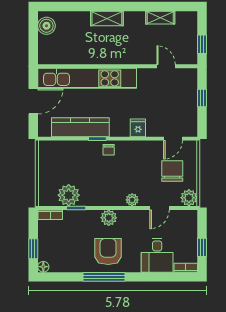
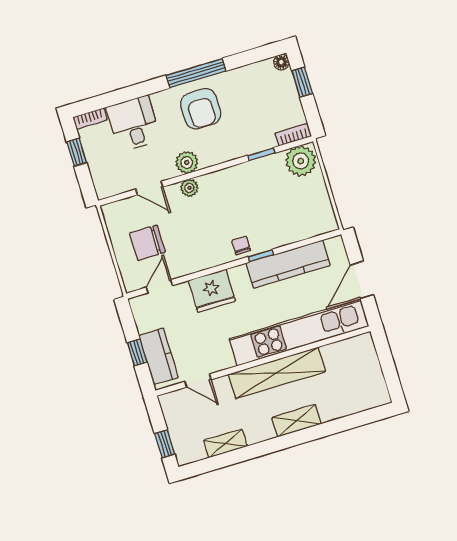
boiler: (46, 26) -> (375, 386), removed
window: (202, 44) -> (165, 444), moved
shelving: (110, 55) -> (277, 373), added
kitchen counter: (188, 91) -> (159, 356), added
fridge: (138, 128) -> (212, 291), width x1.88, depth x1.34
chair: (172, 171) -> (147, 243), turned 90
plant: (69, 195) -> (301, 161), moved
plant: (189, 198) -> (114, 214), removed
door: (159, 208) -> (149, 188), swing flipped
plant: (109, 218) -> (187, 162), moved

